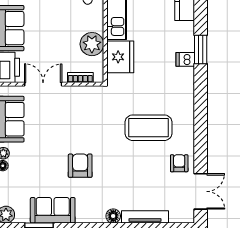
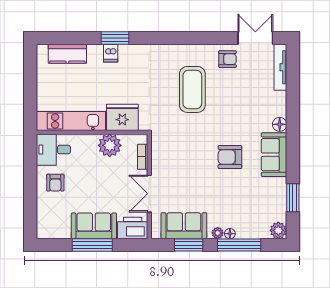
dishwasher: (185, 59) -> (111, 53), moved
armchair: (179, 163) -> (228, 59), turned 180
sofa: (53, 210) -> (274, 155), moved
tv unit: (145, 217) -> (280, 67), moved

